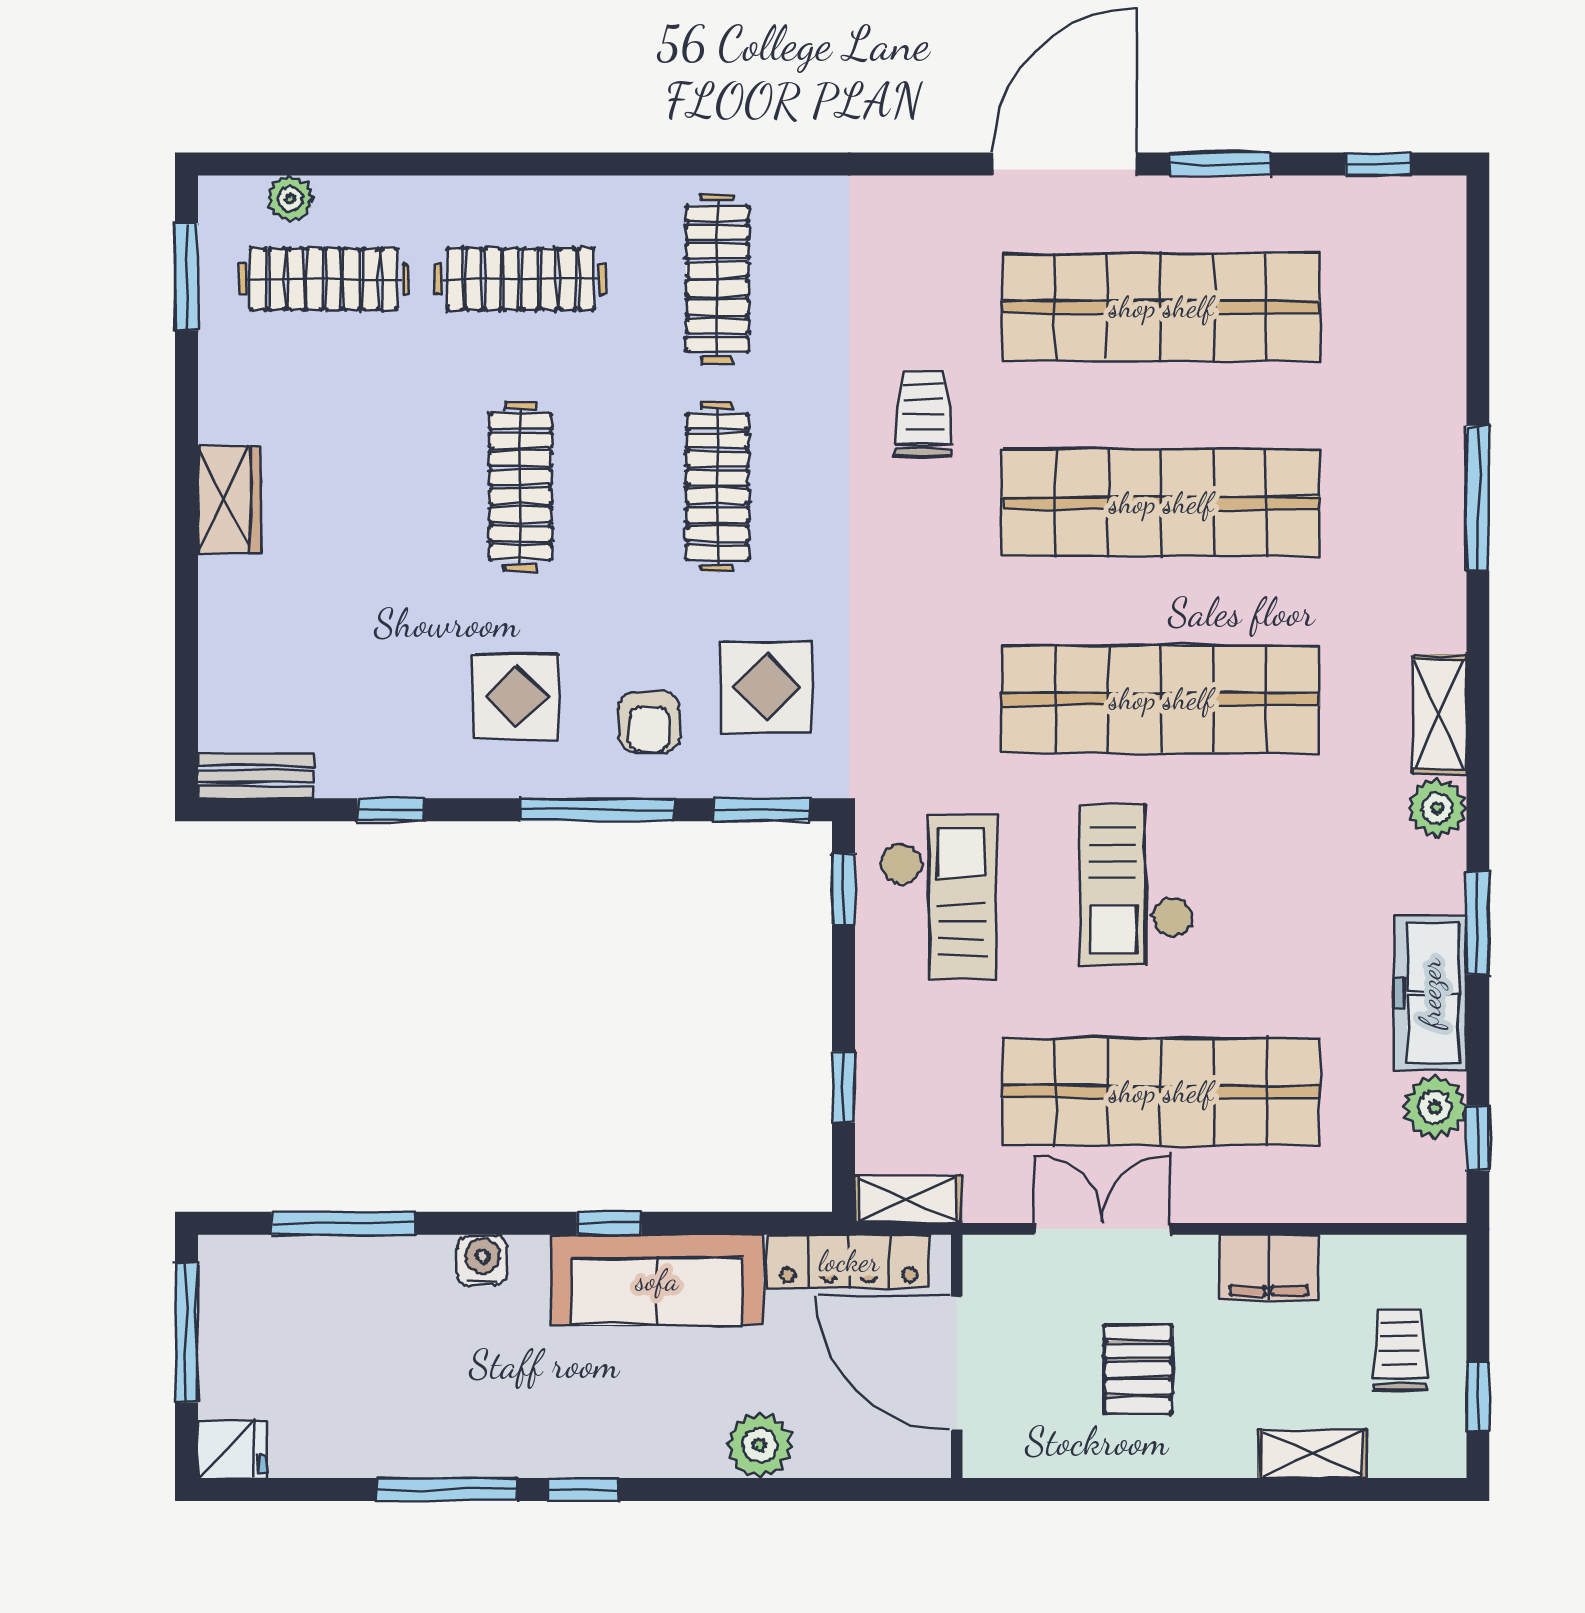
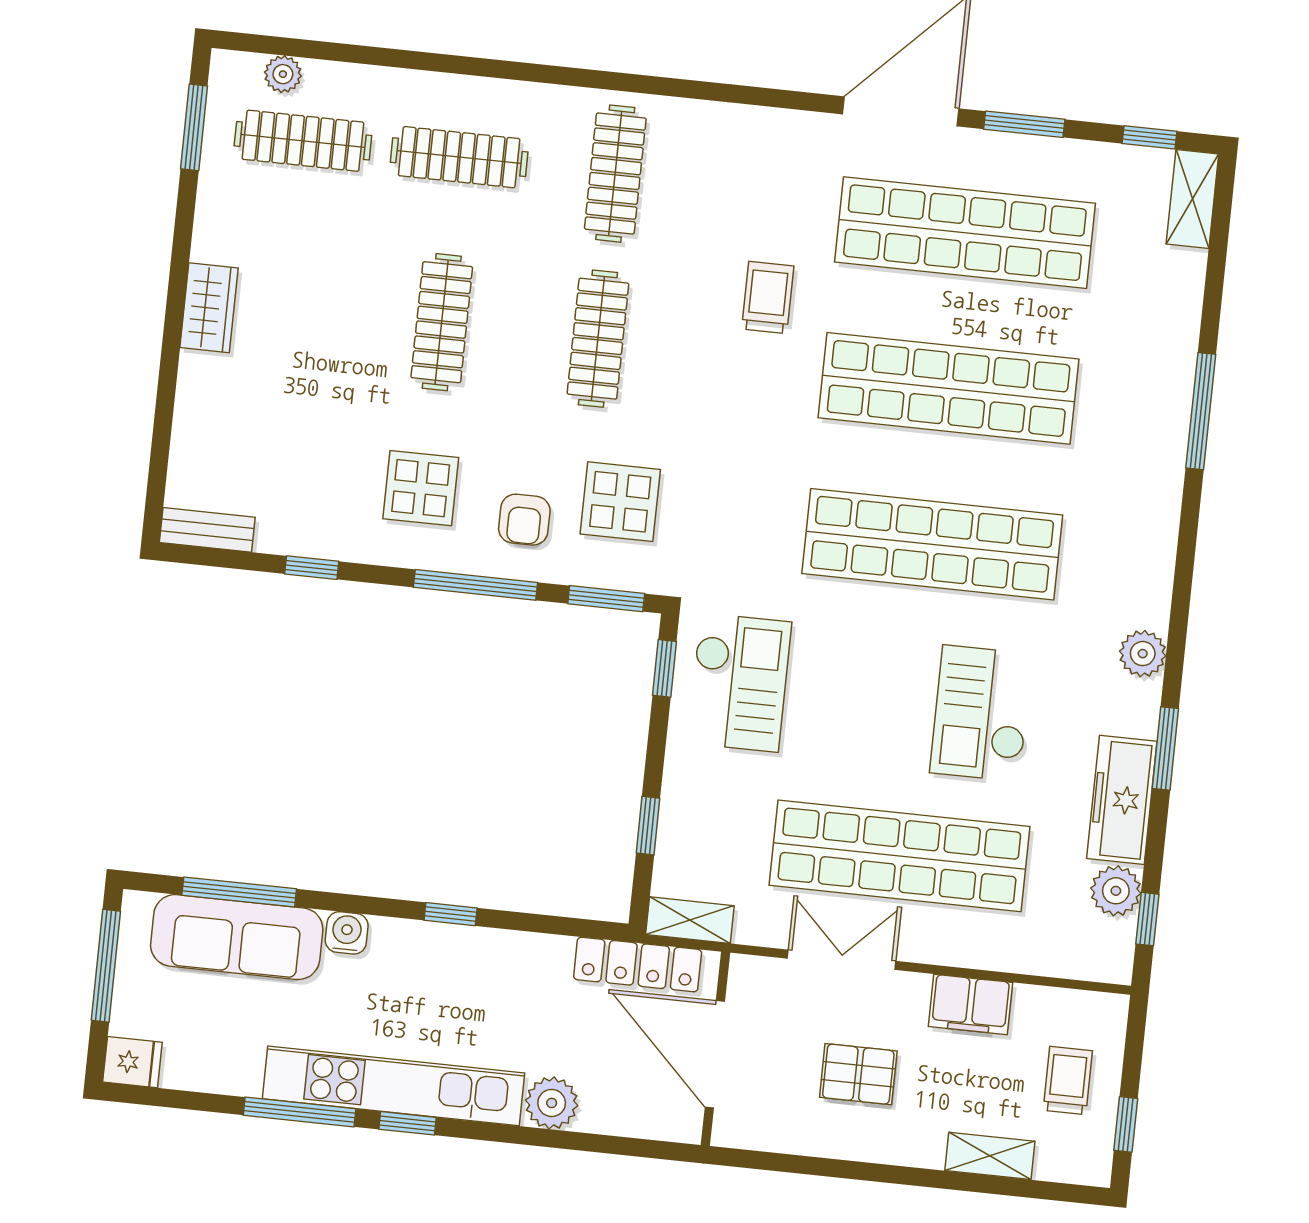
shelving: (1440, 714) -> (1192, 199), moved
checkout: (1136, 885) -> (981, 713), moved
sofa: (657, 1280) -> (237, 937), moved
pallet: (1138, 1369) -> (858, 1074), turned 90
kitchen unit: (561, 1445) -> (394, 1086), added

